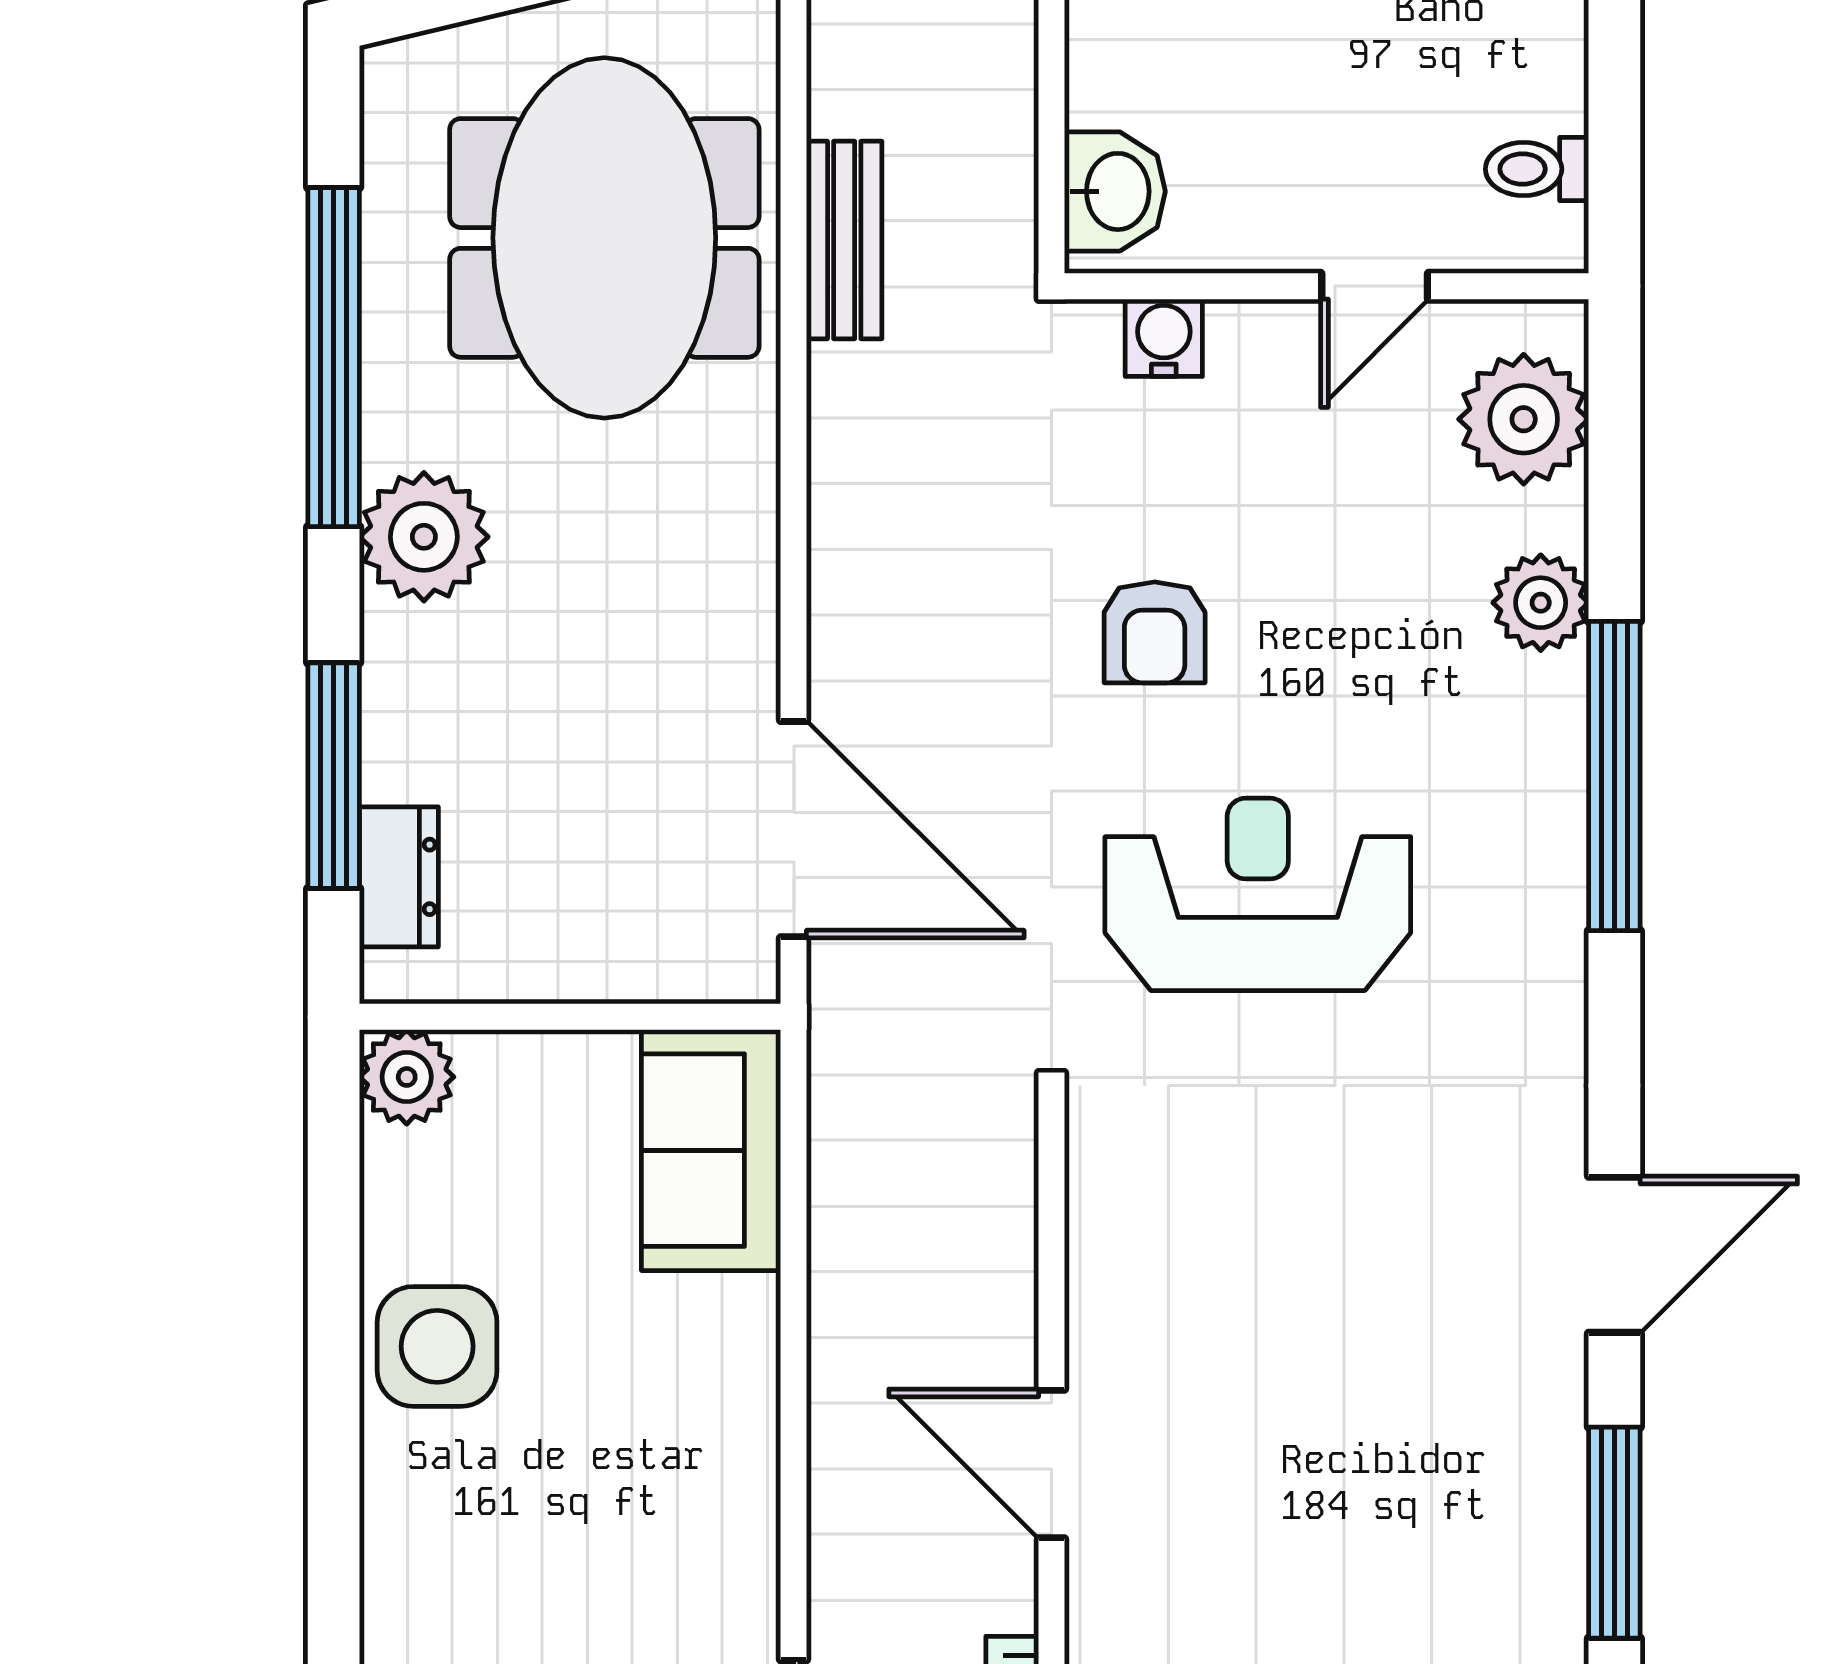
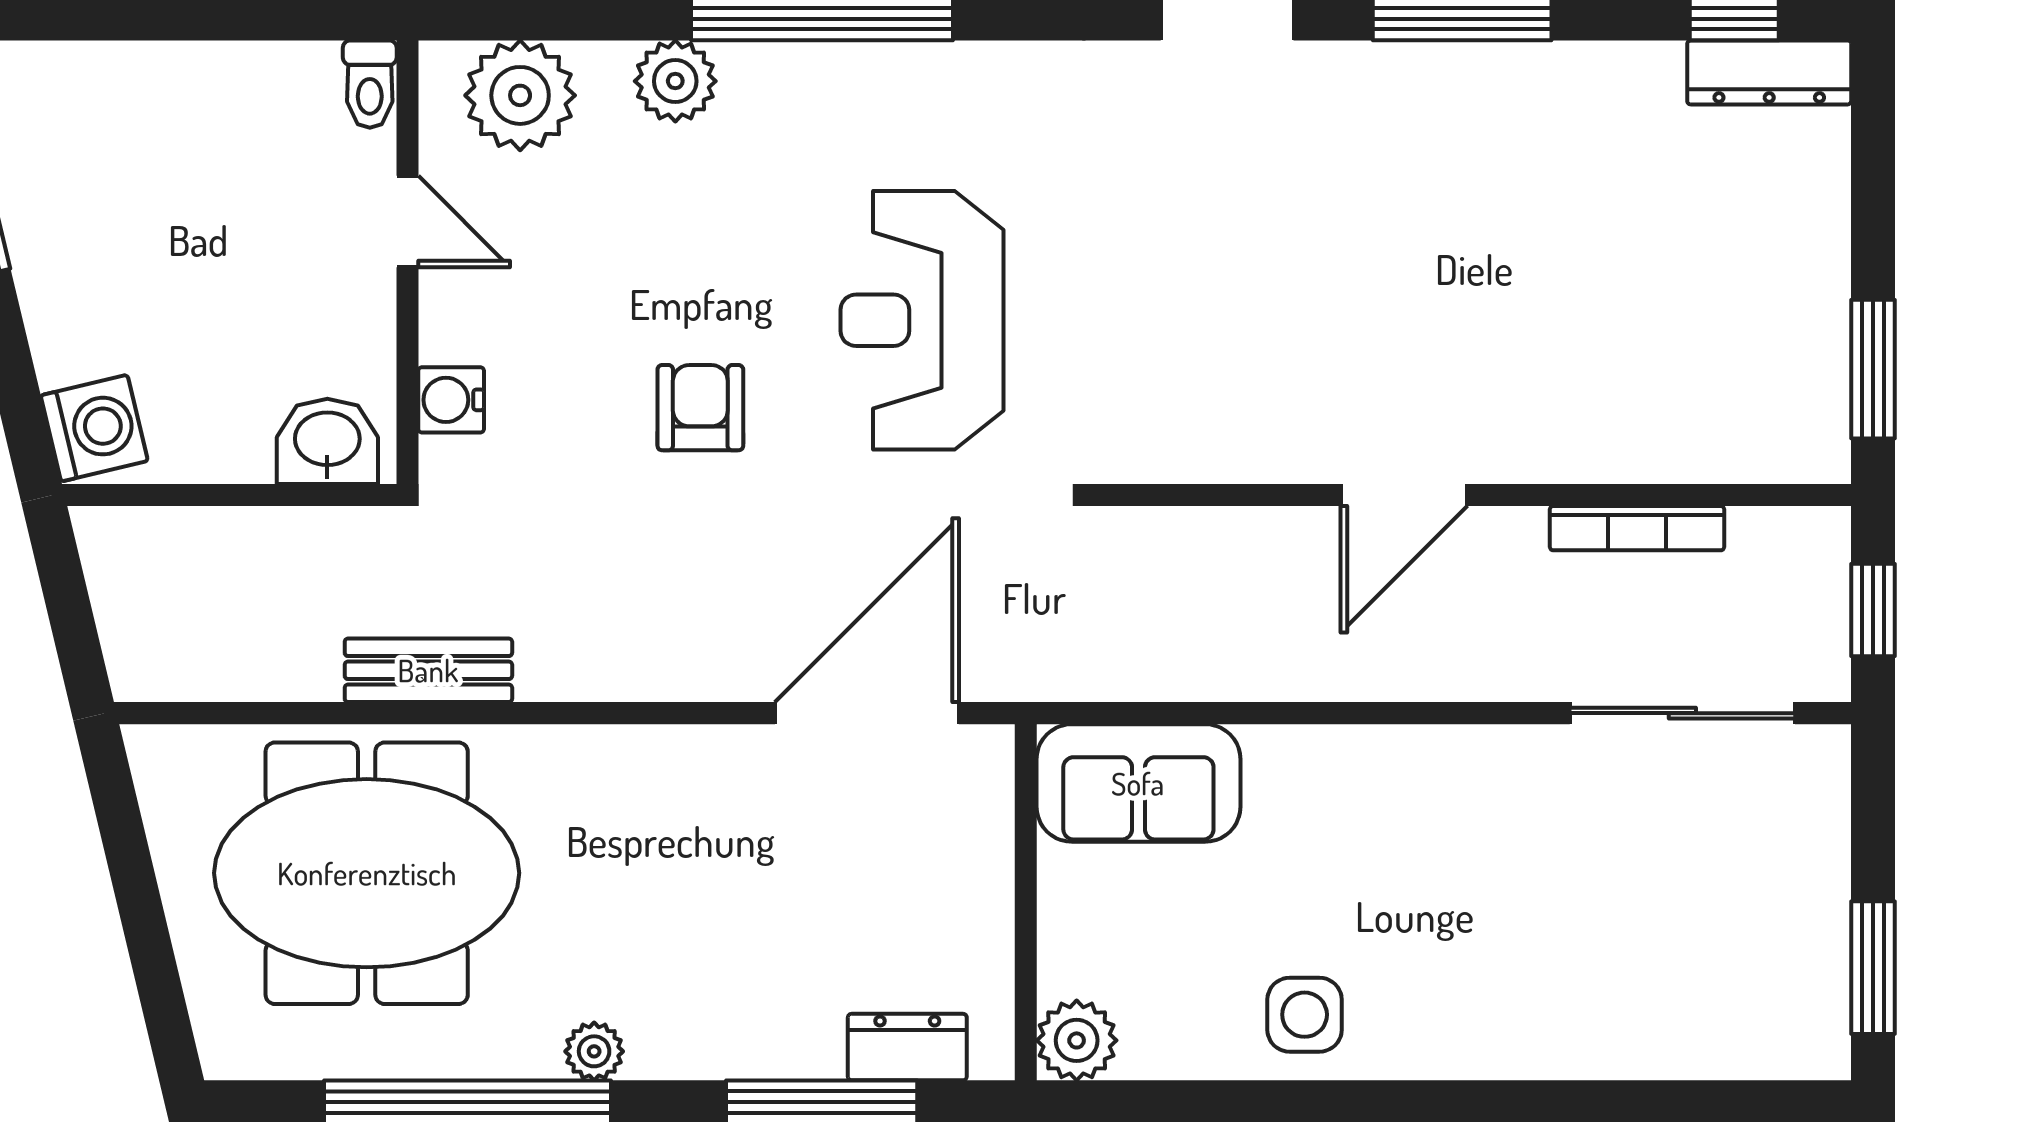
toilet: (1537, 169) -> (370, 84), moved
bench: (844, 240) -> (428, 670), moved
plant: (424, 537) -> (594, 1051), width x0.53, depth x0.53
armchair: (1155, 632) -> (700, 408), turned -90
side table: (437, 1346) -> (1305, 1015), width x0.73, depth x0.73

